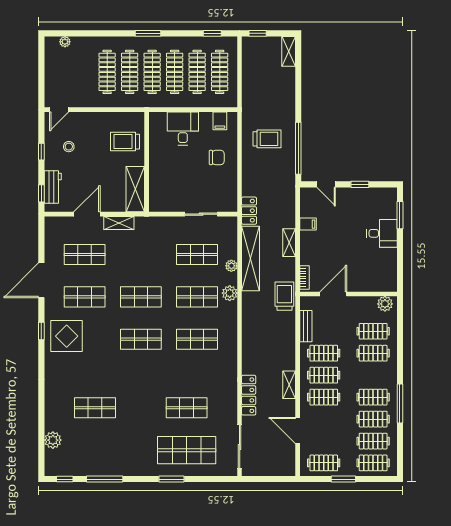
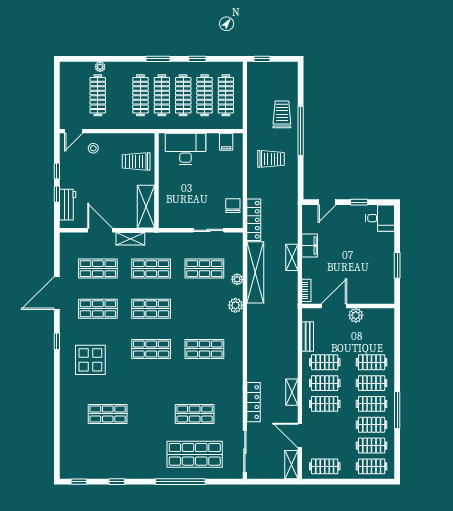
window: (212, 33) -> (197, 59), moved
plant: (65, 42) -> (100, 67), moved
shelving: (289, 51) -> (291, 465), moved
clothes rail: (107, 72) -> (98, 95), moved
desk: (183, 129) -> (186, 149), width x1.37
stool: (69, 147) -> (93, 148), moved
window: (298, 148) -> (301, 131), moved
chair: (217, 157) -> (233, 206), moved, turned -90
door: (326, 184) -> (327, 202), hinge flipped
window: (41, 193) -> (57, 194), moved
locker: (249, 211) -> (254, 220), width x1.53
door: (87, 214) -> (100, 230), hinge flipped
window: (400, 215) -> (397, 265), moved
filing cabinet: (308, 224) -> (310, 246), width x2.00
desk: (382, 233) -> (380, 218), moved
trolley: (284, 296) -> (282, 114), moved
shop shelf: (197, 297) -> (151, 269), moved
plant: (385, 304) -> (356, 315), moved
clothes rail: (373, 331) -> (372, 383), moved
display table: (67, 336) -> (90, 360), moved
plant: (53, 440) -> (68, 445), removed
window: (105, 479) -> (117, 482), width x0.46
window: (172, 479) -> (180, 482), width x2.11
window: (343, 479) -> (343, 482), removed

